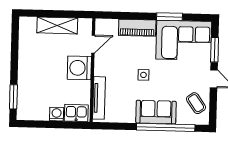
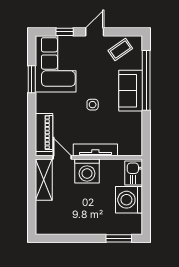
shelving: (57, 25) -> (44, 180), moved
piano: (137, 28) -> (44, 132), moved
window: (215, 50) -> (65, 32), width x0.67
tv unit: (99, 98) -> (95, 150), moved
washing machine: (57, 114) -> (129, 200), width x1.89, depth x1.89

